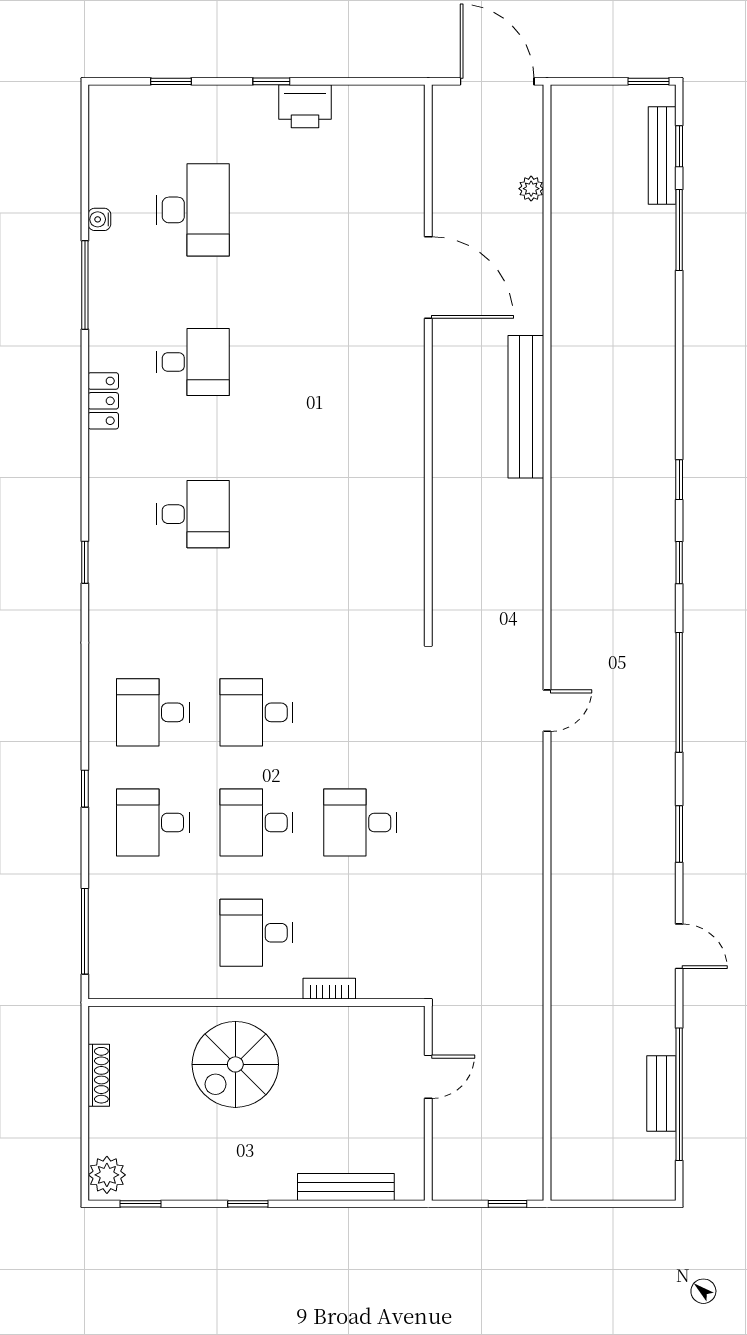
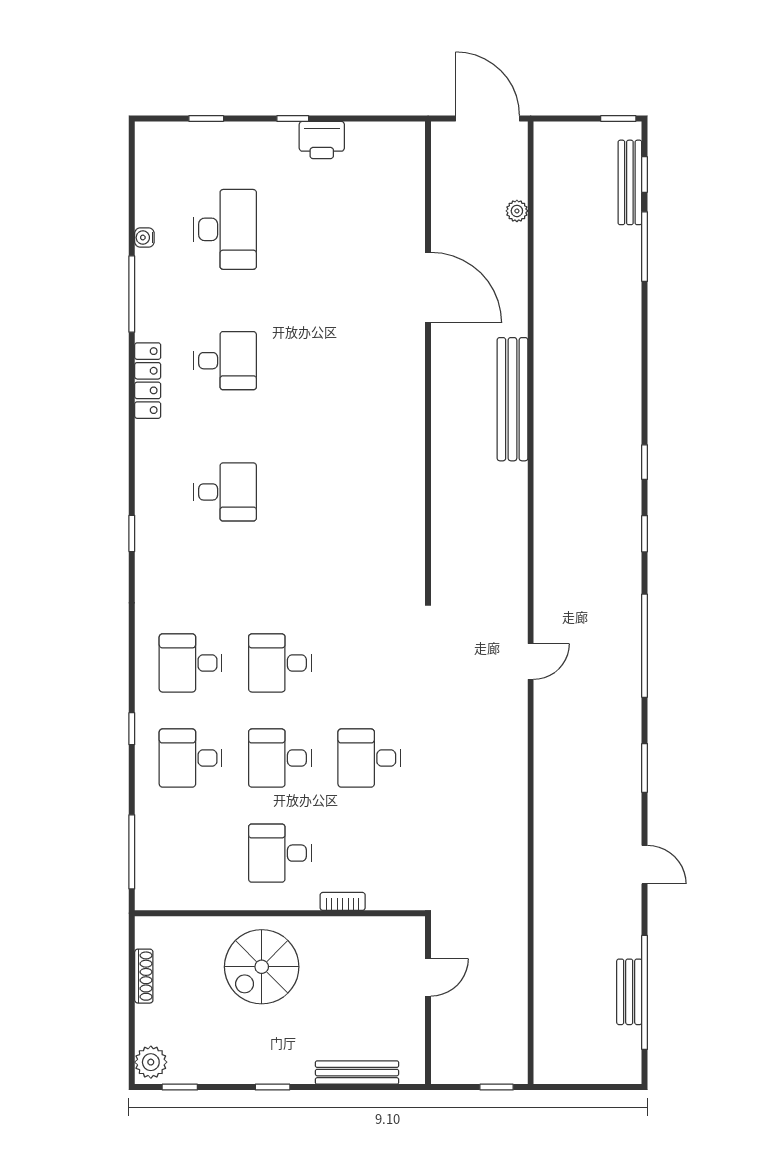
locker: (103, 401) -> (148, 381), width x1.53

